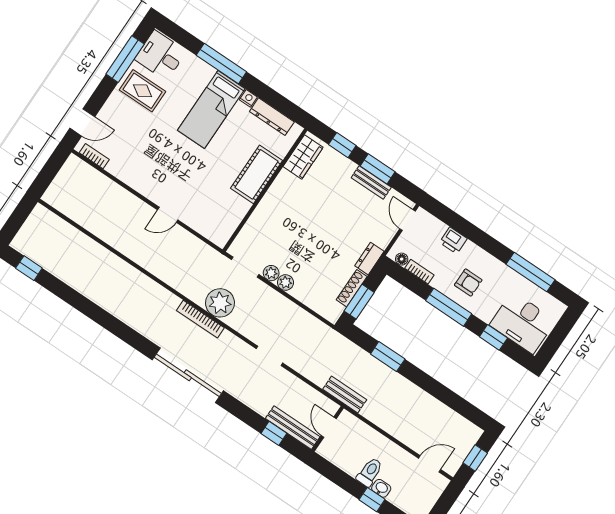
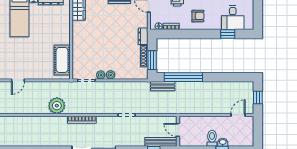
cot: (257, 174) -> (62, 60), moved
door: (168, 215) -> (18, 80), moved
plant: (220, 303) -> (57, 106), moved
window: (449, 307) -> (197, 34), removed
desk: (523, 323) -> (233, 18), width x0.73
window: (388, 356) -> (183, 77), width x2.11
bench: (345, 395) -> (163, 86), moved

